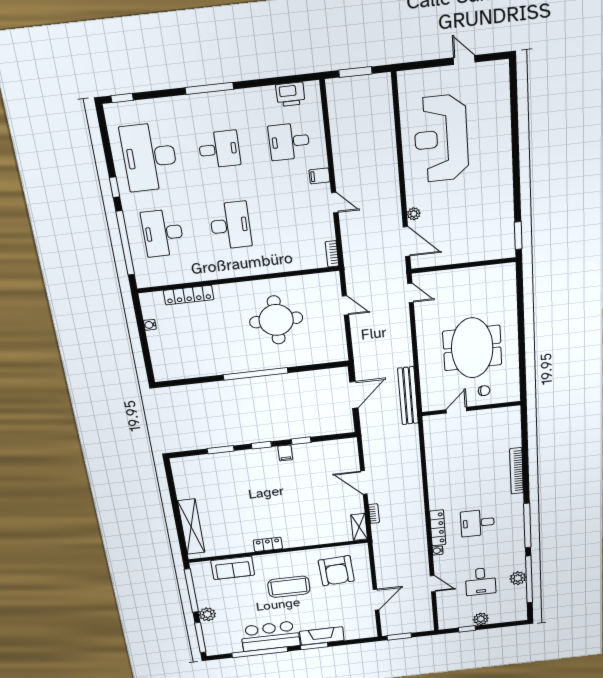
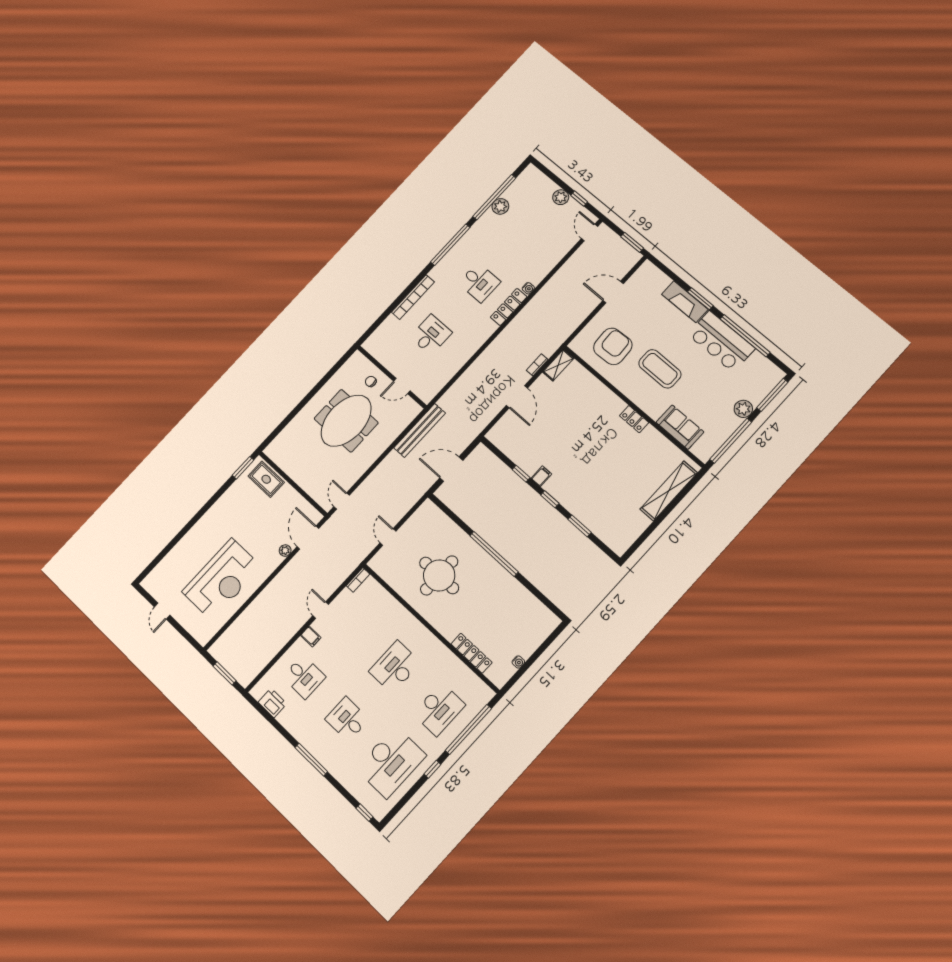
rug: (489, 247) -> (266, 479), added
desk: (481, 582) -> (431, 335), moved
door: (433, 584) -> (589, 233), moved

